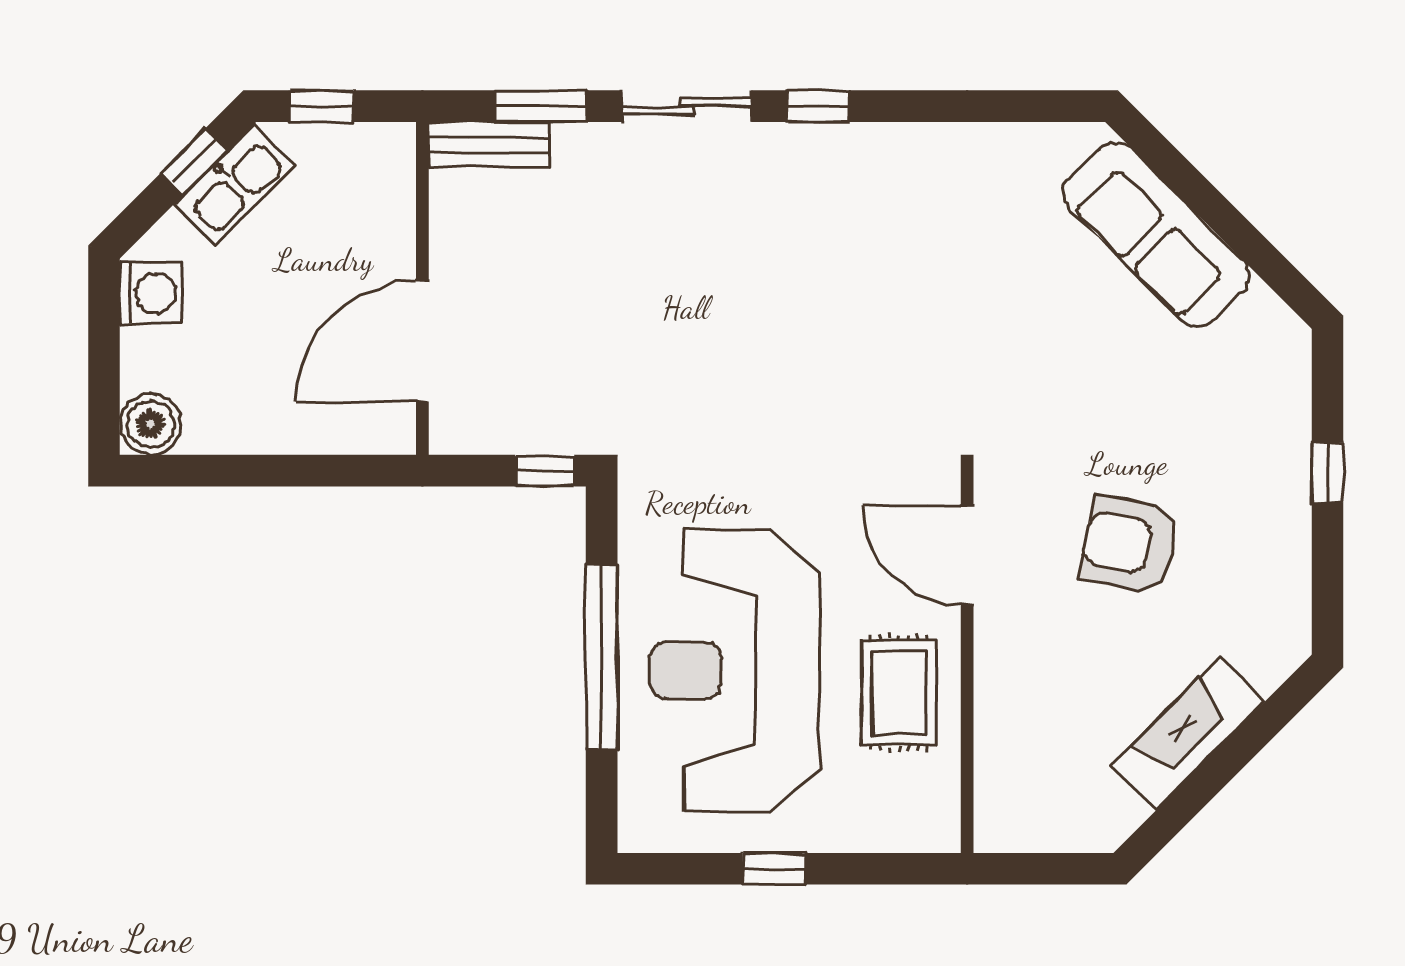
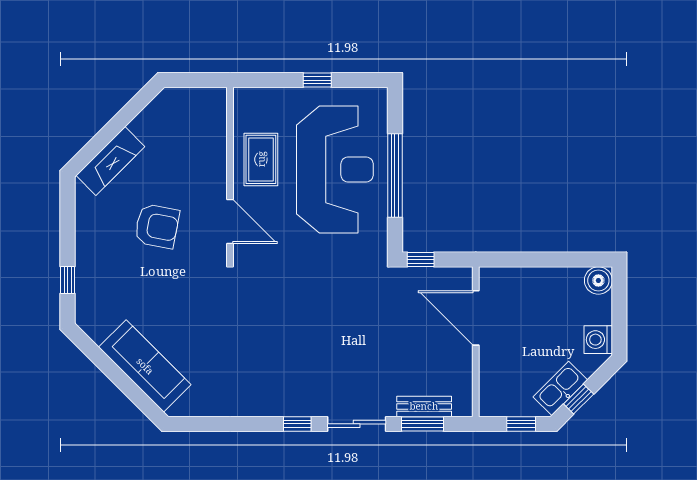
bench: (489, 145) -> (424, 406), moved
door: (422, 341) -> (476, 318), swing flipped
window: (1328, 473) -> (68, 280), moved
fireplace: (1188, 734) -> (110, 161), moved

